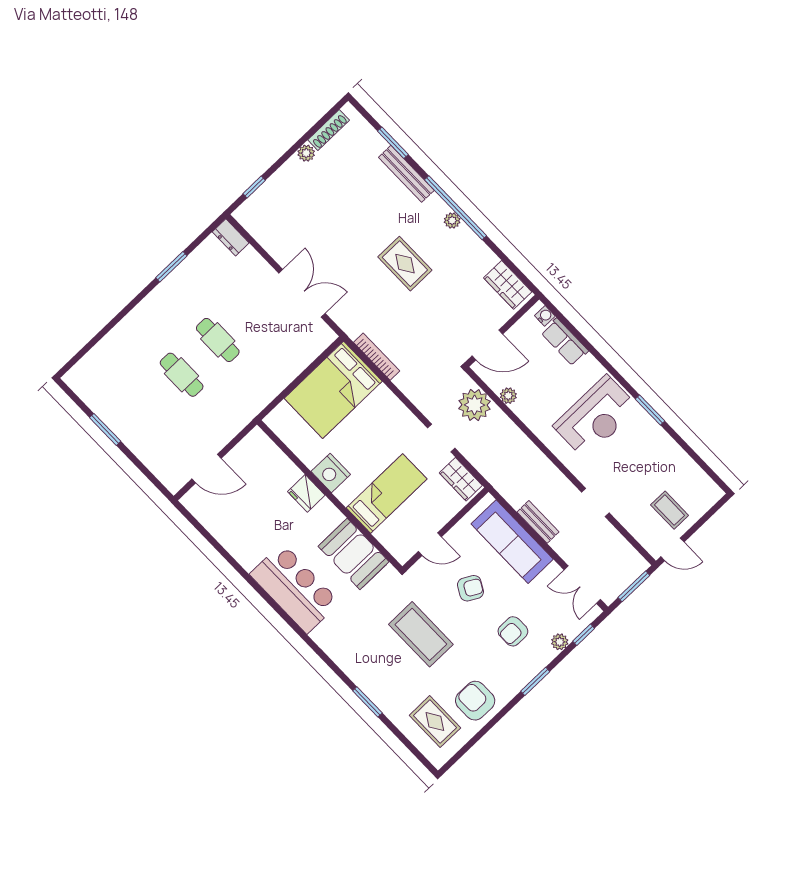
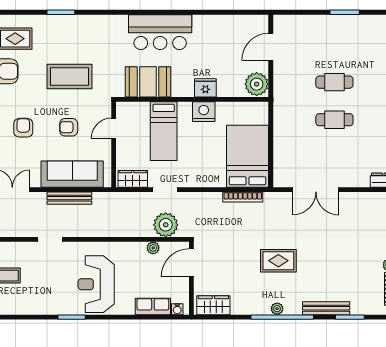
plant: (255, 448) -> (257, 84), added
bench: (538, 522) -> (69, 198), width x1.36
armchair: (470, 588) -> (69, 127), turned 61

